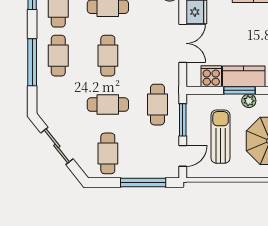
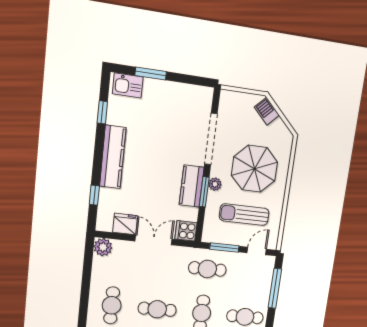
cooker: (211, 76) -> (186, 231), moved
door: (183, 156) -> (257, 251), hinge flipped

